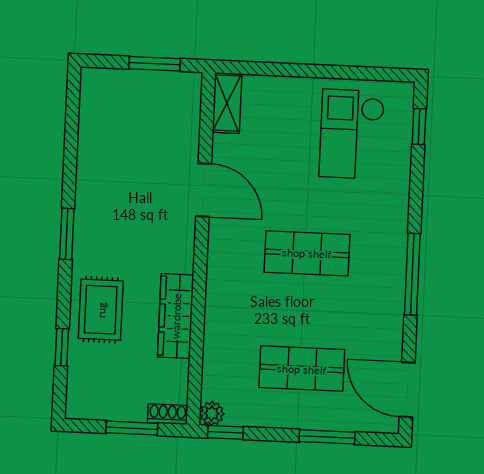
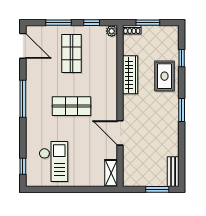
window: (155, 64) -> (157, 189), moved
bench: (92, 100) -> (173, 172), added
shop shelf: (302, 369) -> (71, 53), turned 90
window: (225, 432) -> (92, 23), moved

